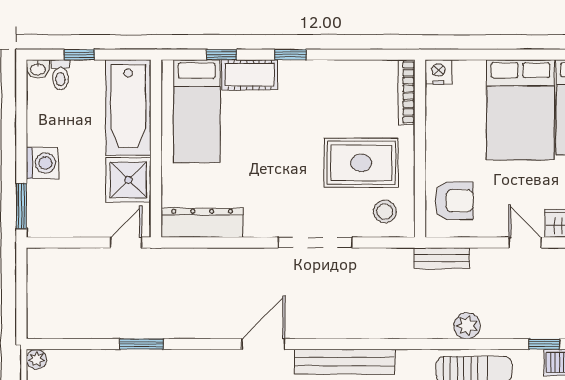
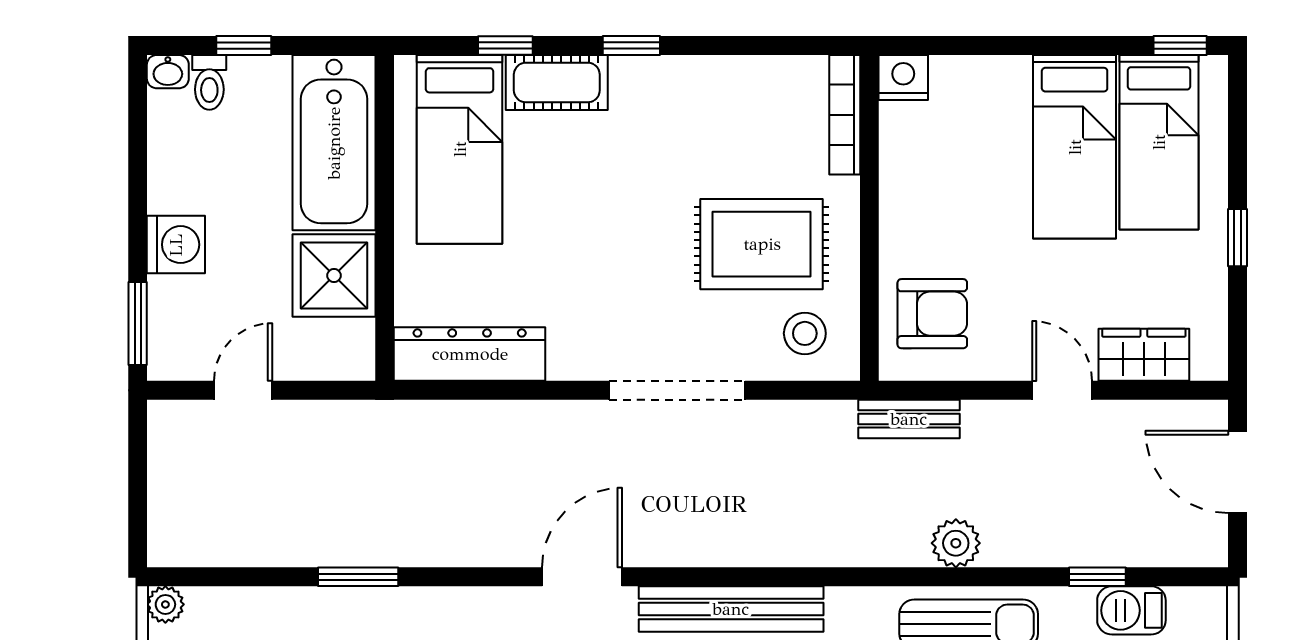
bed: (520, 110) -> (1075, 147), width x0.67
door: (126, 242) -> (243, 390), moved

